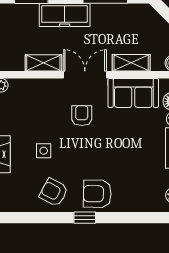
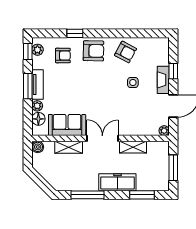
double door: (85, 75) -> (102, 138), swing flipped
armchair: (82, 116) -> (63, 56), moved, turned -90
window: (85, 218) -> (75, 33), moved

